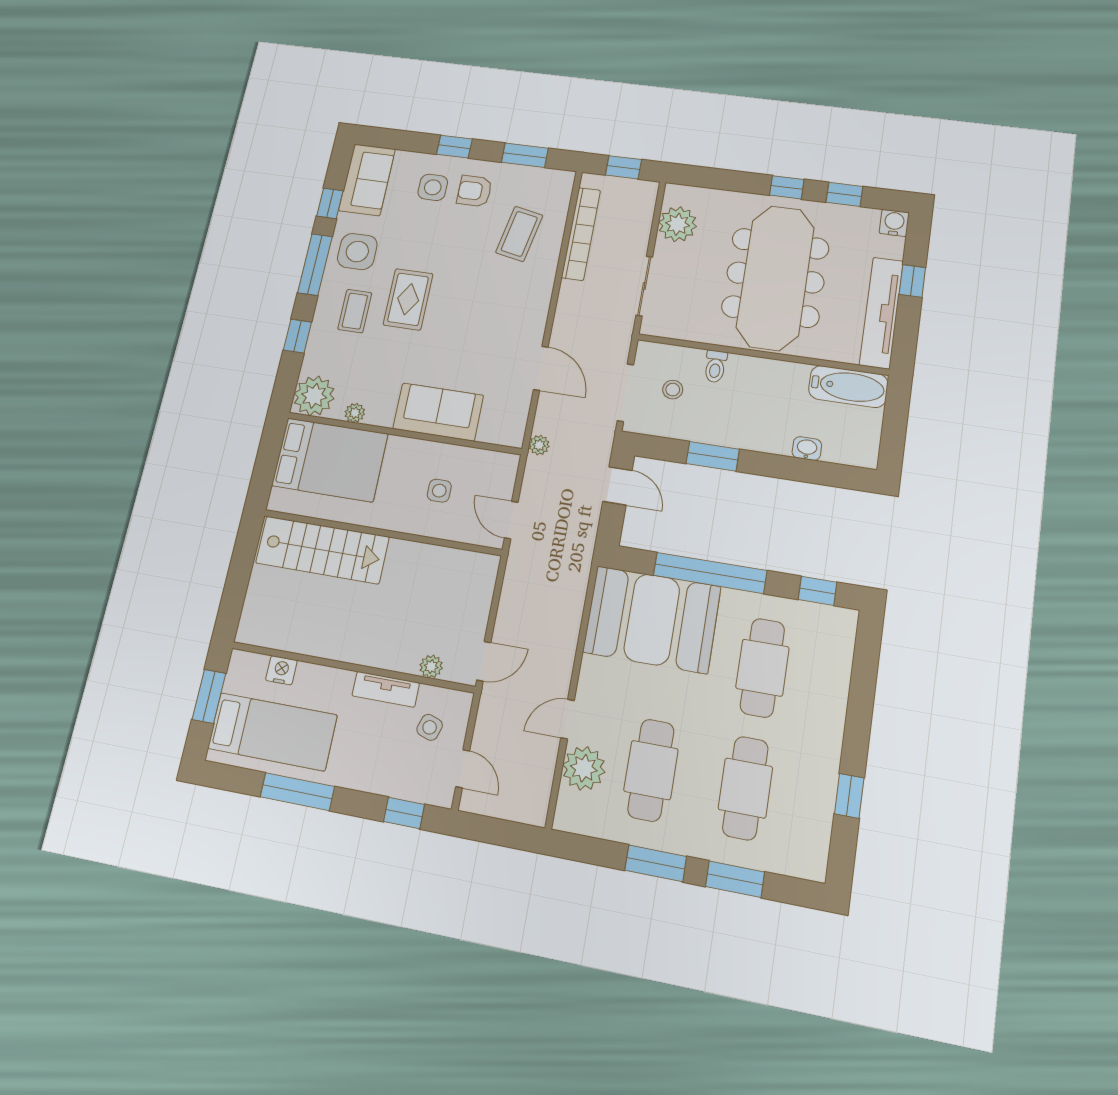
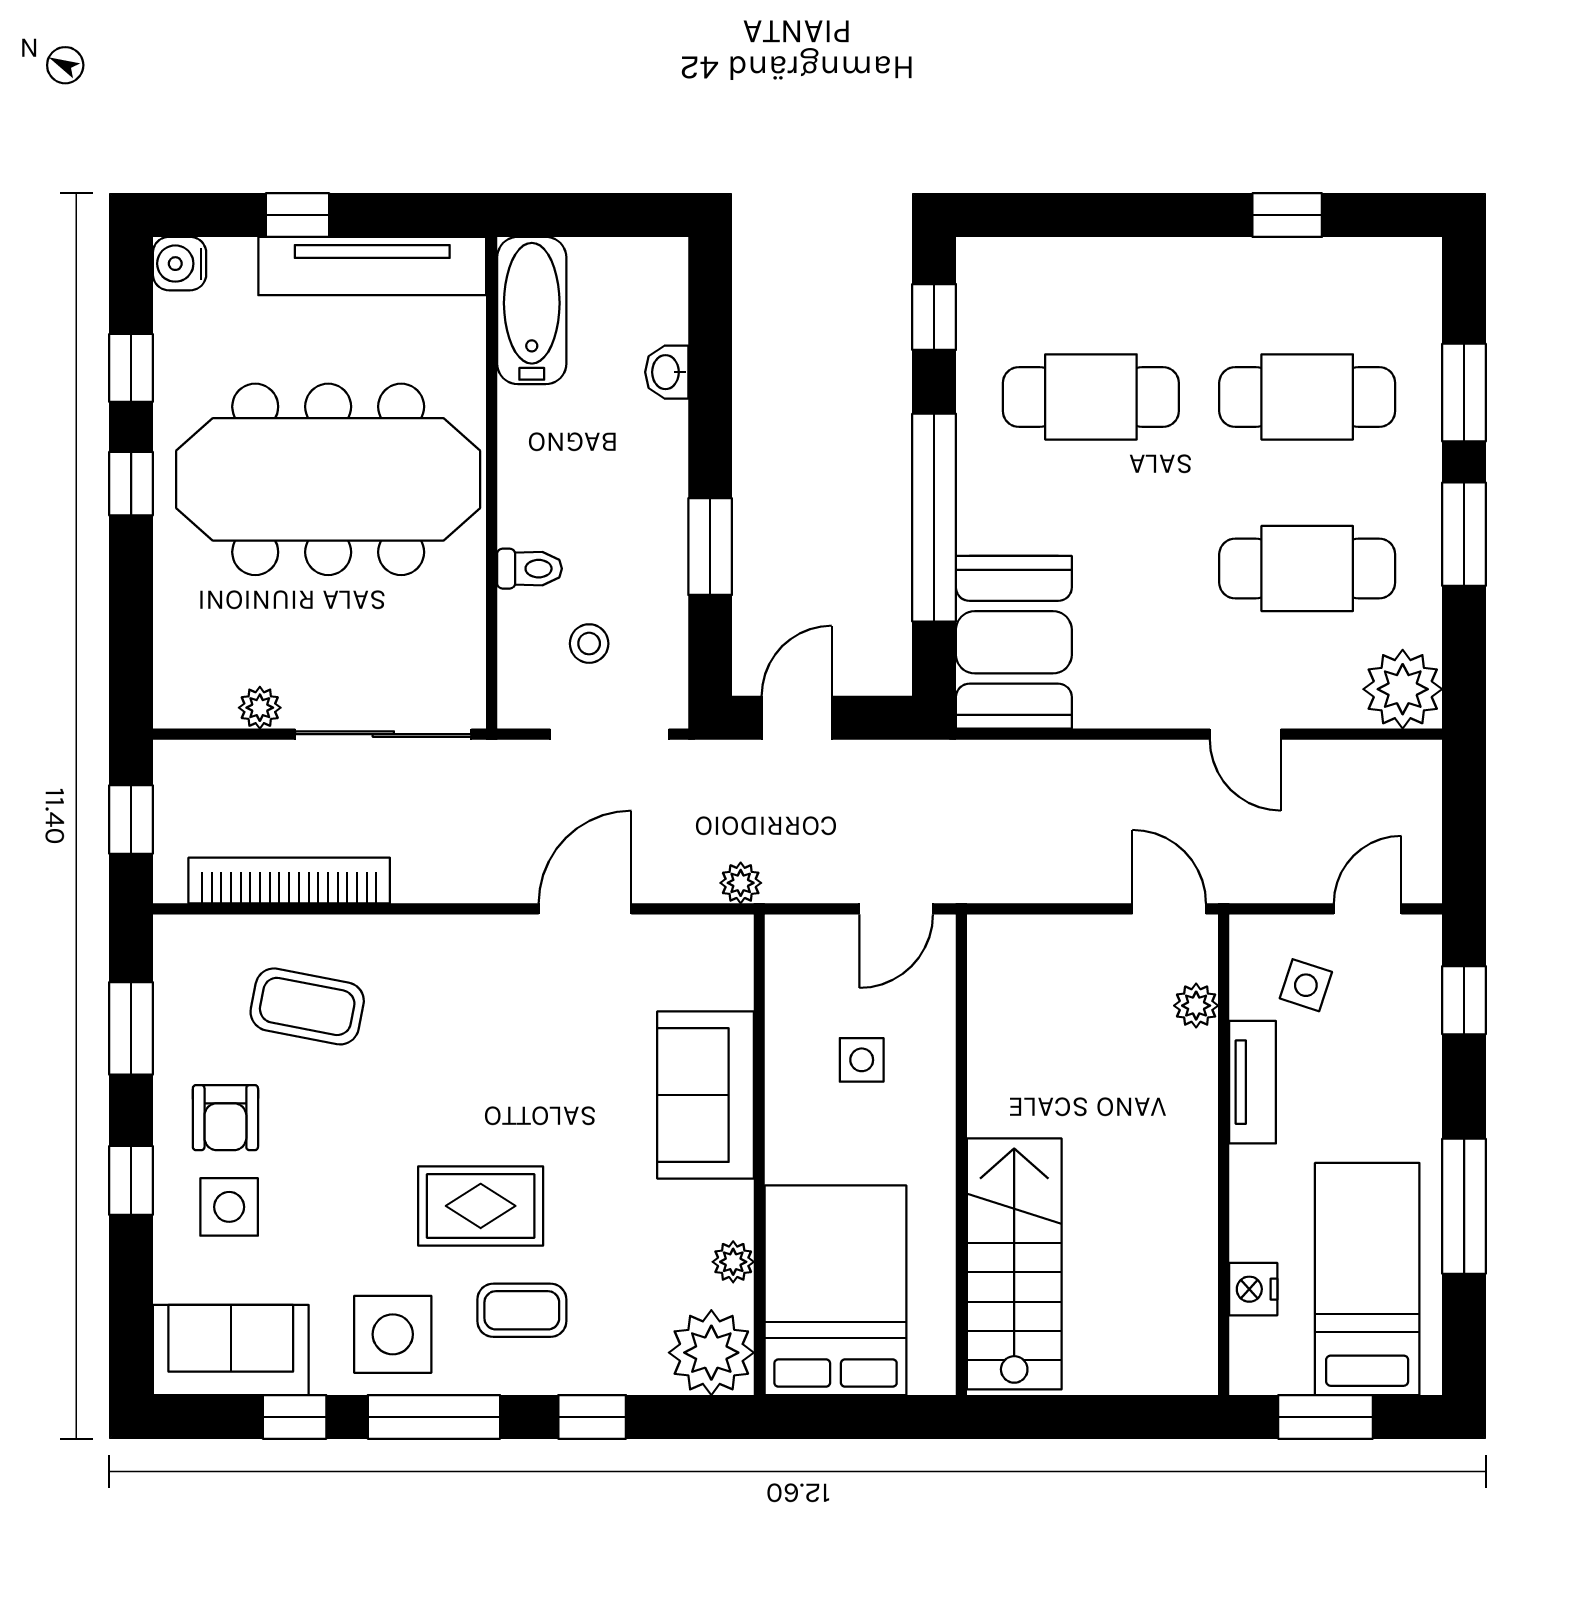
plant: (678, 224) -> (260, 708), width x0.53, depth x0.53
sliding door: (644, 286) -> (383, 734), width x1.37
booth: (652, 619) -> (1014, 642), width x0.73, depth x0.70
plant: (584, 768) -> (1403, 689), moved

